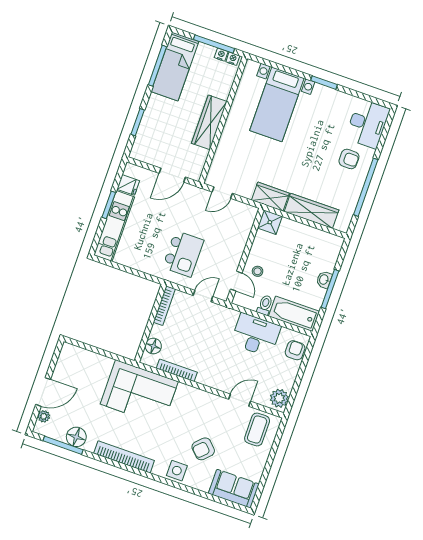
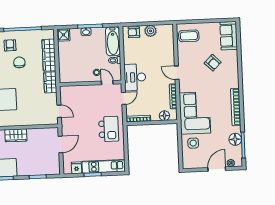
wardrobe: (209, 122) -> (16, 135), width x0.67
chair: (318, 163) -> (19, 62), added
door: (172, 175) -> (61, 144), hinge flipped
shower: (270, 222) -> (63, 35), moved
kitchen island: (183, 254) -> (109, 129), moved, turned 90
door: (236, 281) -> (107, 83), hinge flipped
door: (203, 296) -> (124, 98), swing flipped
desk: (256, 335) -> (135, 77), moved
door: (43, 392) -> (217, 169), hinge flipped
plant: (279, 398) -> (150, 31), moved
door: (240, 400) -> (177, 73), moved
side table: (177, 471) -> (193, 143), moved

